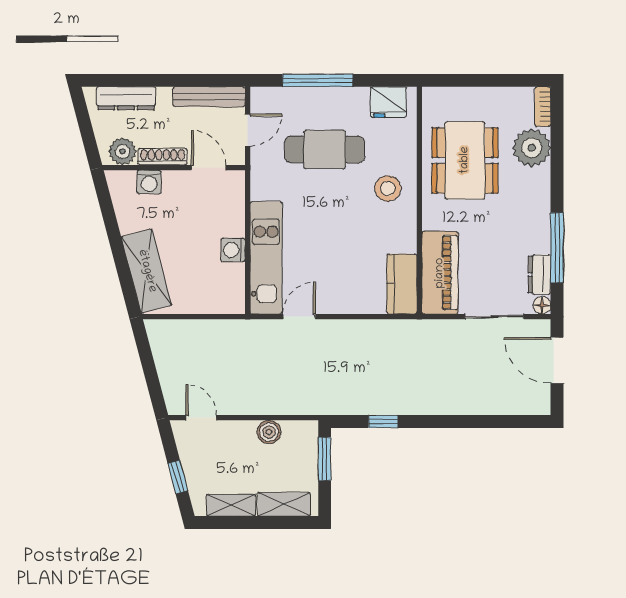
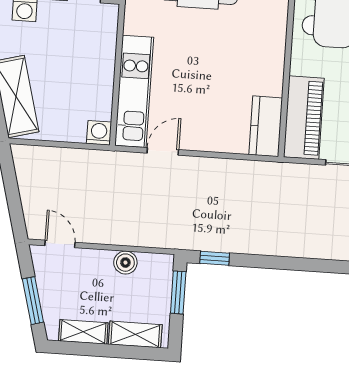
stool: (388, 188) -> (258, 32), removed
washing machine: (233, 250) -> (99, 133), moved, turned 90
window: (383, 421) -> (215, 258), moved
window: (178, 477) -> (33, 301), width x1.50

